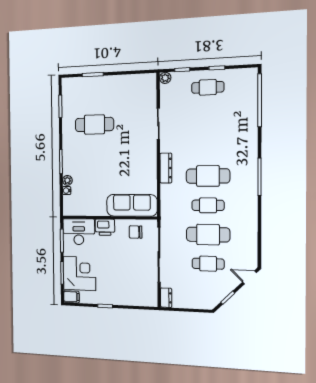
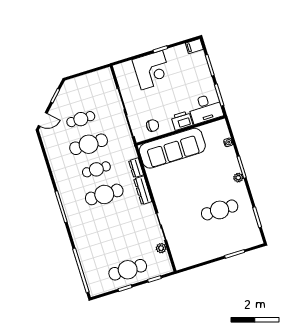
plant: (165, 78) -> (161, 248), moved
cafe table: (208, 87) -> (128, 270), width x1.37, depth x1.35
plant: (67, 180) -> (238, 178), moved
sofa: (132, 205) -> (172, 148), width x1.36, depth x1.27
corner desk: (79, 273) -> (152, 70), moved, turned -90
dresser: (166, 298) -> (136, 168), moved

